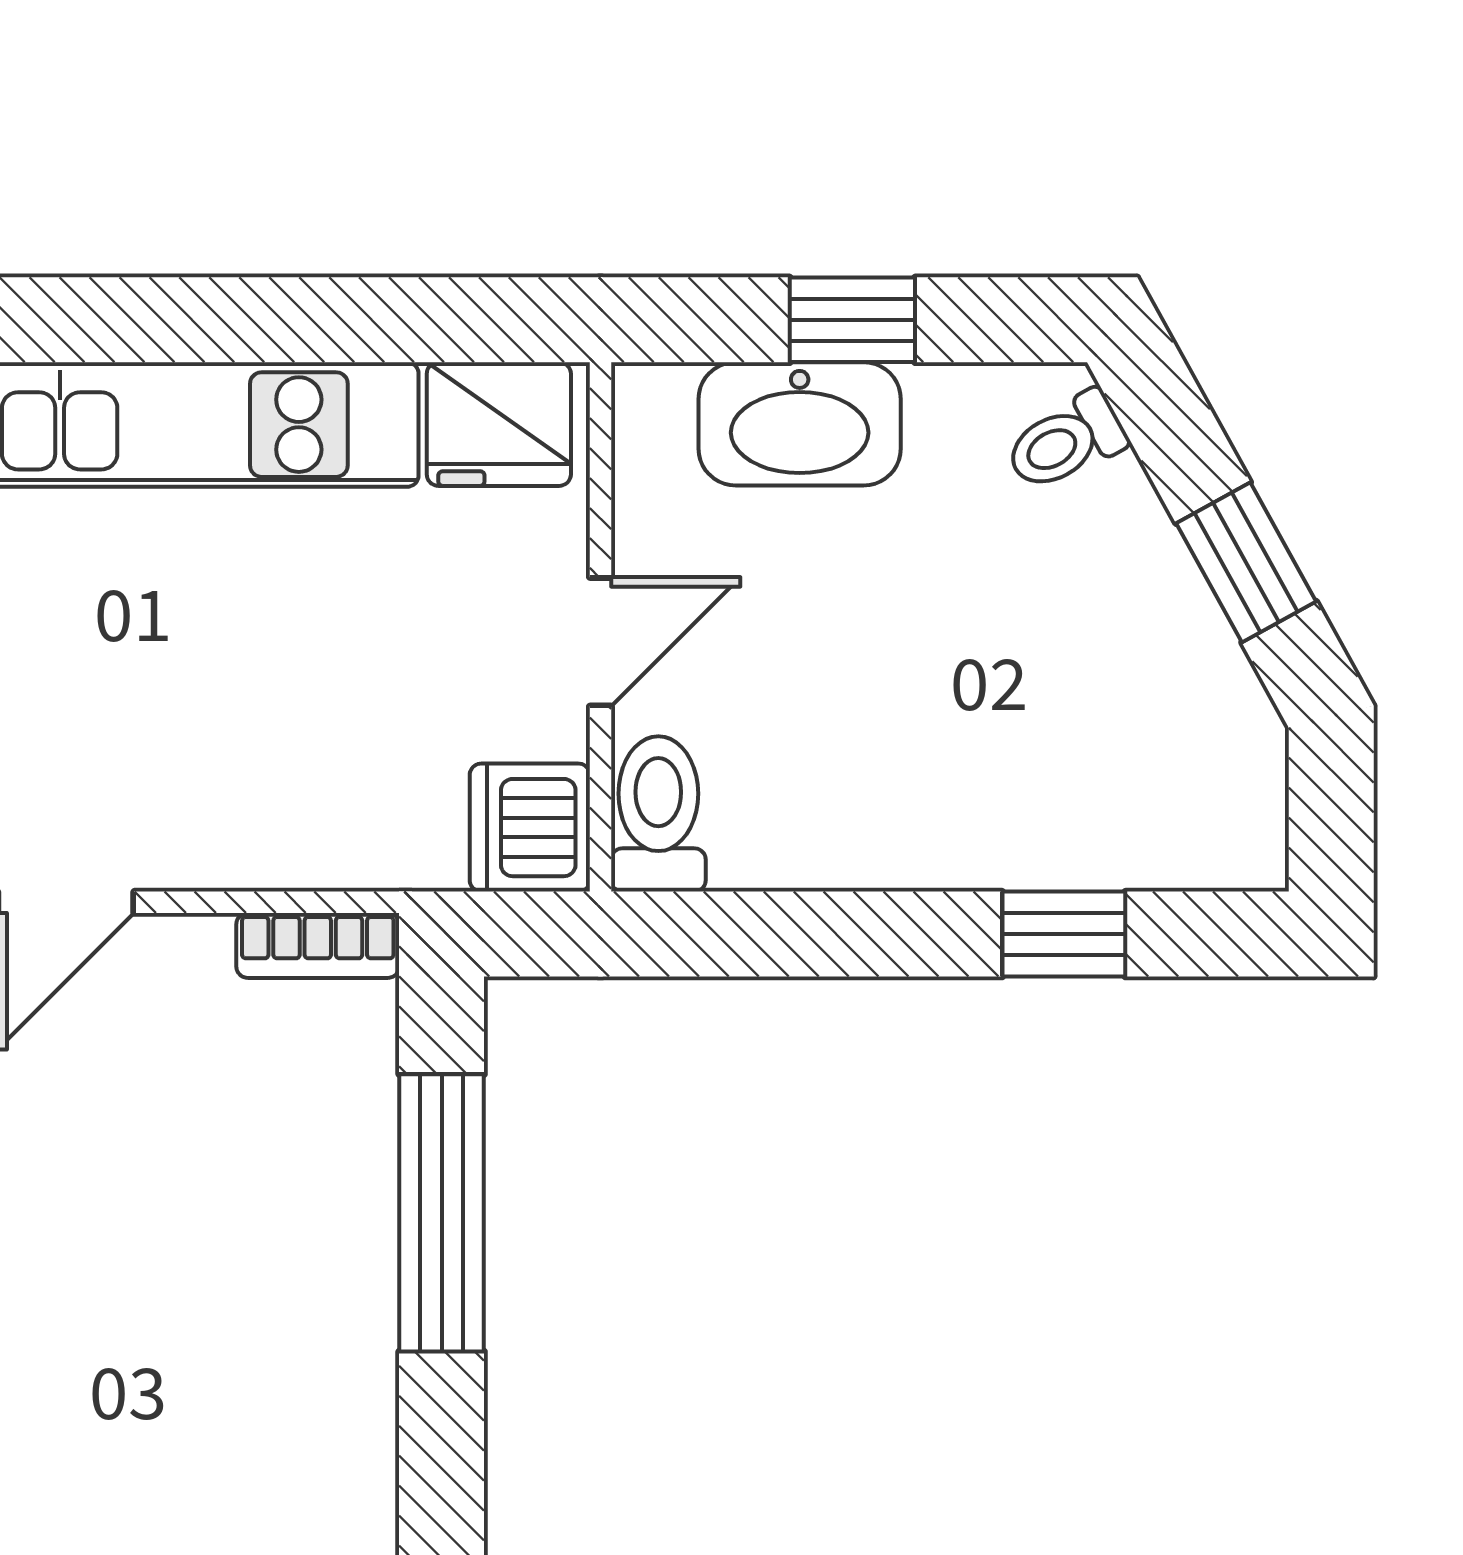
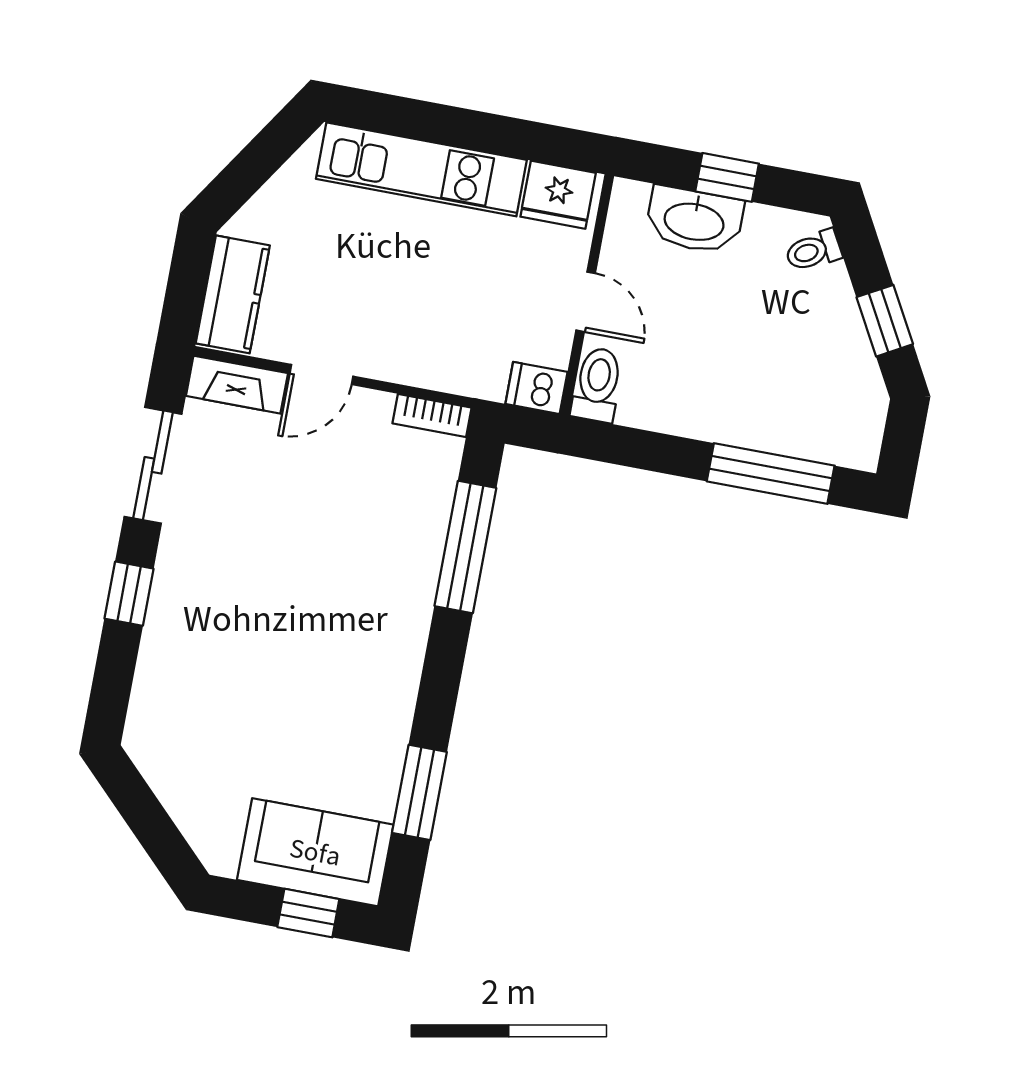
door: (600, 642) -> (586, 302), hinge flipped
dishwasher: (530, 828) -> (536, 388), width x0.73
window: (1064, 934) -> (771, 473), width x2.17

